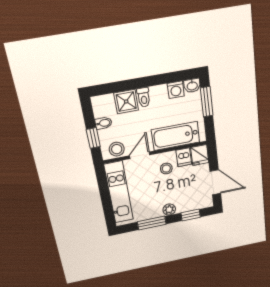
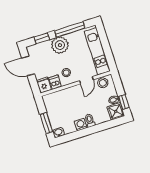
washing machine: (176, 90) -> (81, 125), moved
shower: (126, 101) -> (116, 111), moved
bathtub: (176, 136) -> (64, 97), removed
window: (93, 138) -> (124, 102), moved
plant: (169, 210) -> (60, 45), width x1.88, depth x1.88
window: (152, 223) -> (70, 29), width x1.44

